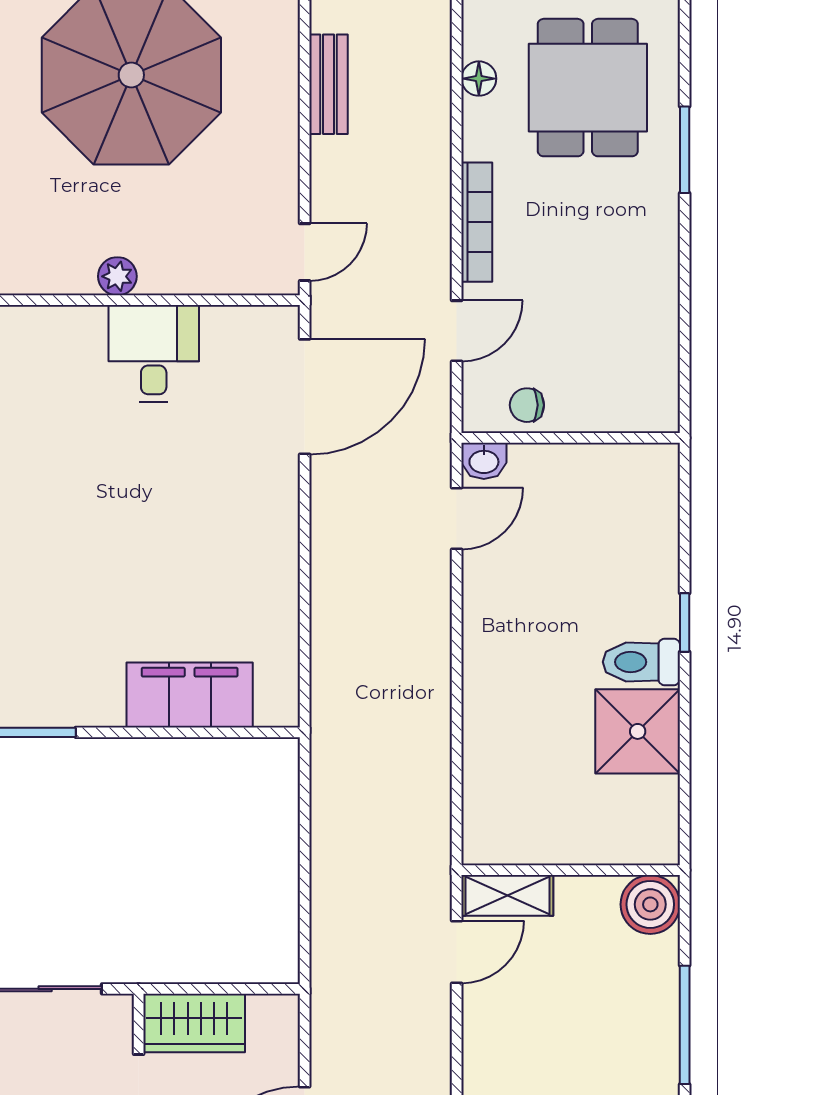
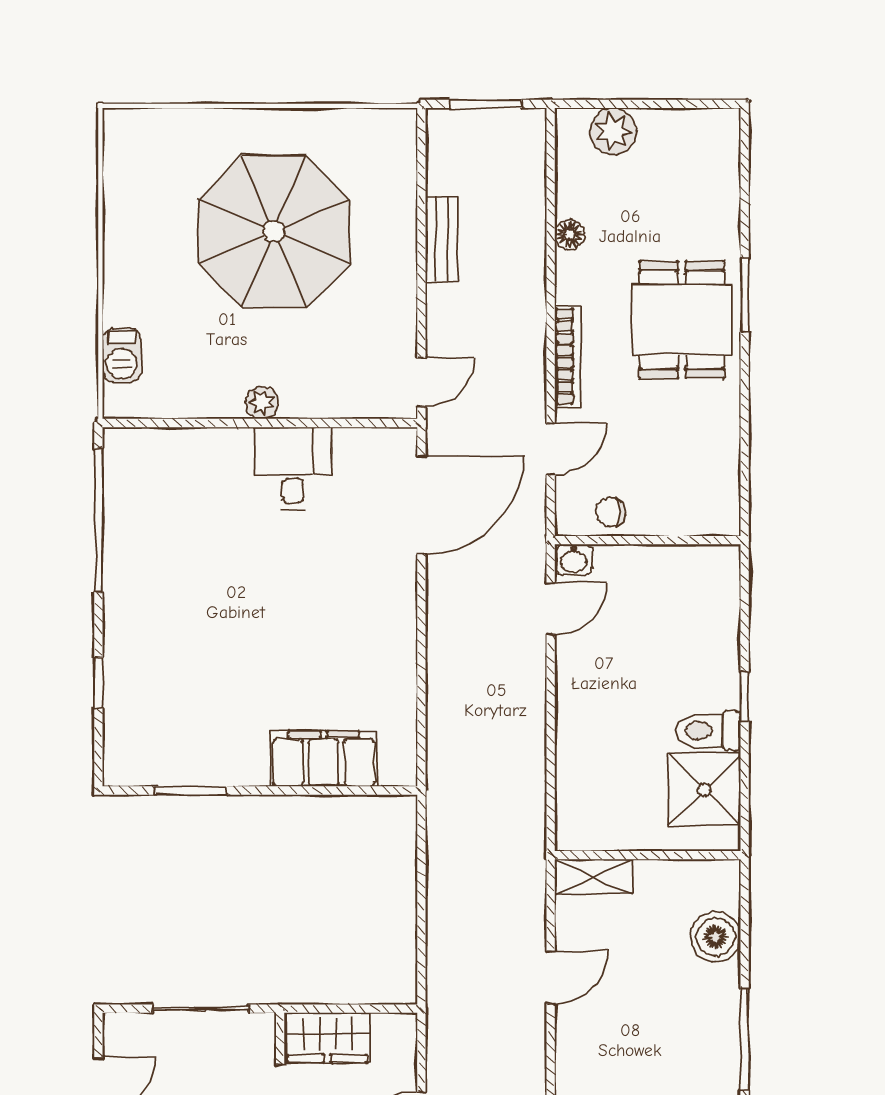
dining table: (588, 88) -> (682, 320), moved
wall: (571, 870) -> (648, 855), moved
shelving: (508, 895) -> (594, 877), moved

